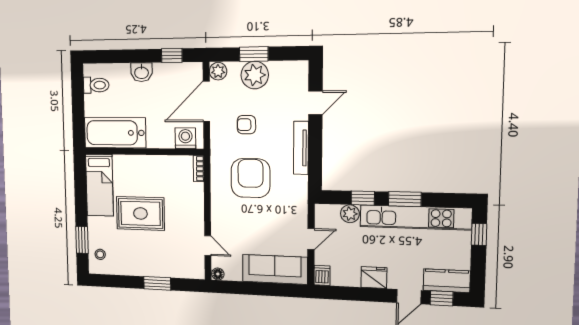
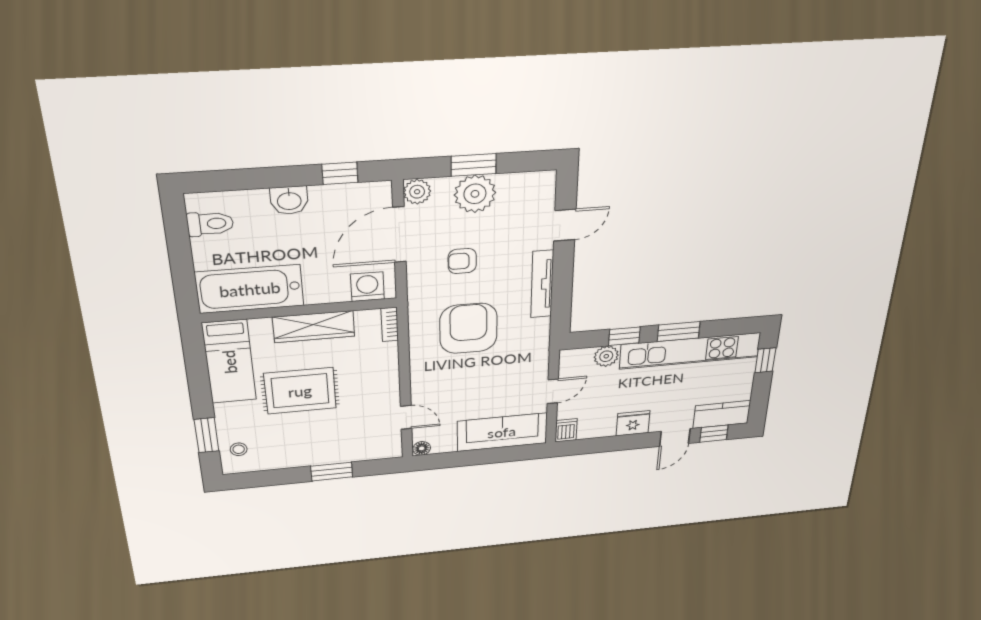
wardrobe: (151, 165) -> (314, 327), added

